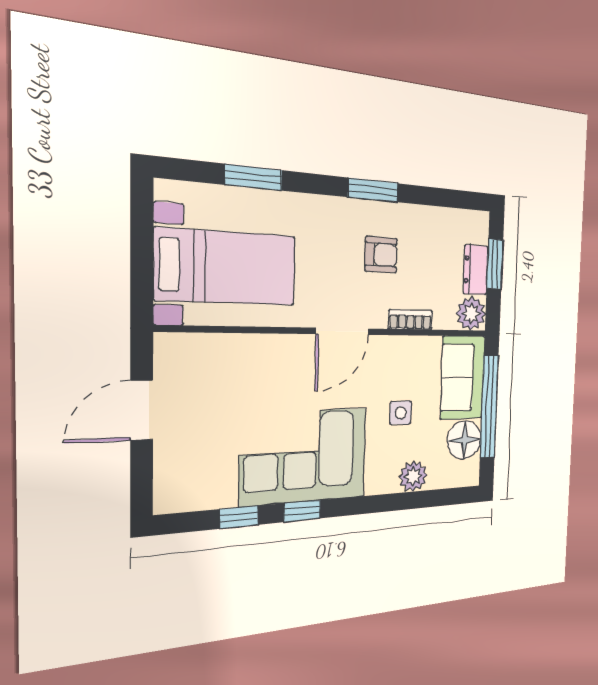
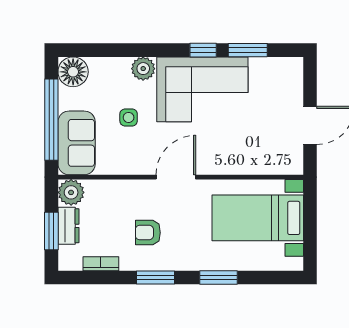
window: (253, 177) -> (219, 278), moved
bookcase: (410, 320) -> (101, 264), moved, turned 180
floor lamp: (464, 440) -> (73, 72), moved
plant: (413, 476) -> (143, 69), moved
window: (239, 517) -> (248, 50), width x1.50

